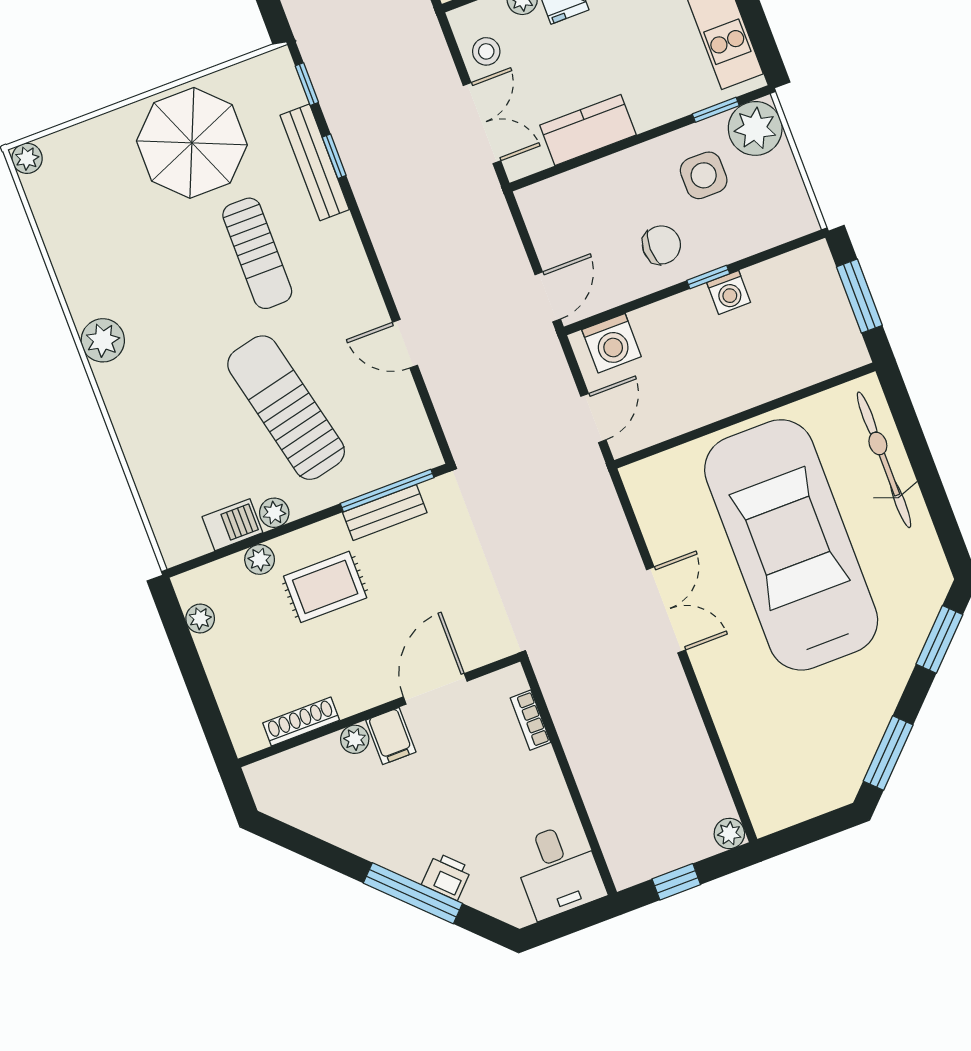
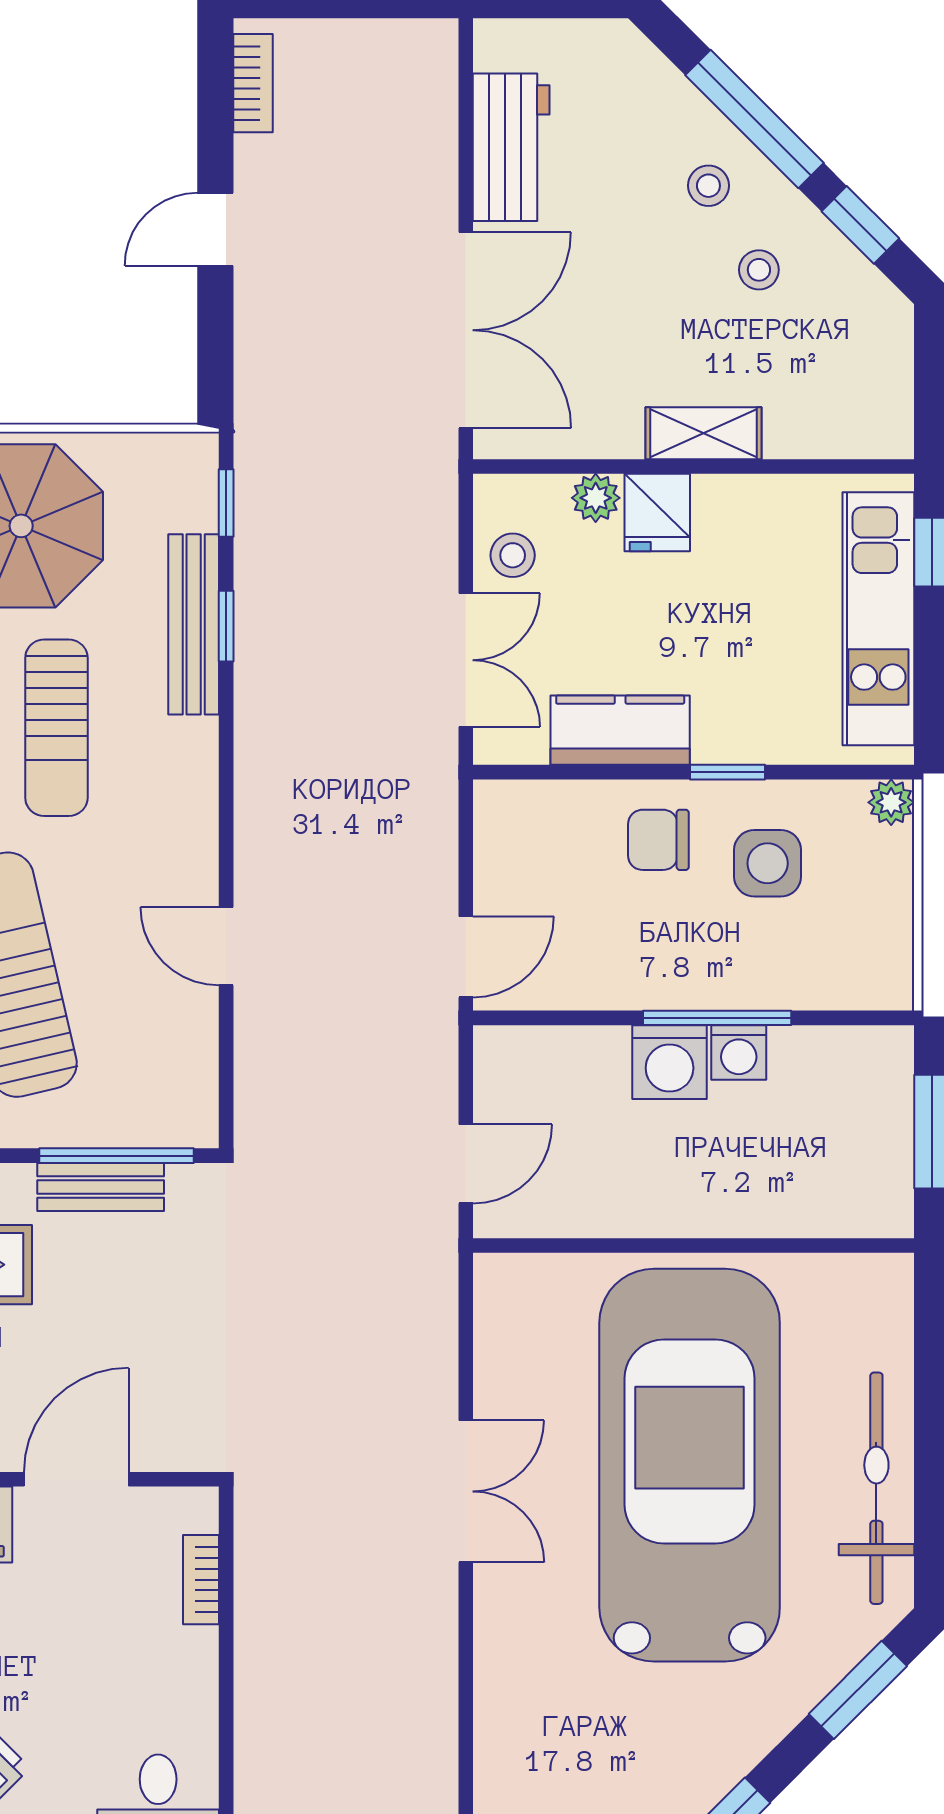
window: (716, 110) -> (728, 772), moved
plant: (755, 128) -> (891, 802), width x0.53, depth x0.53
chair: (661, 245) -> (658, 840), moved, turned 180
window: (708, 277) -> (717, 1018), width x2.17
washing machine: (612, 343) -> (670, 1062), moved
bicycle: (884, 460) -> (876, 1488), moved

